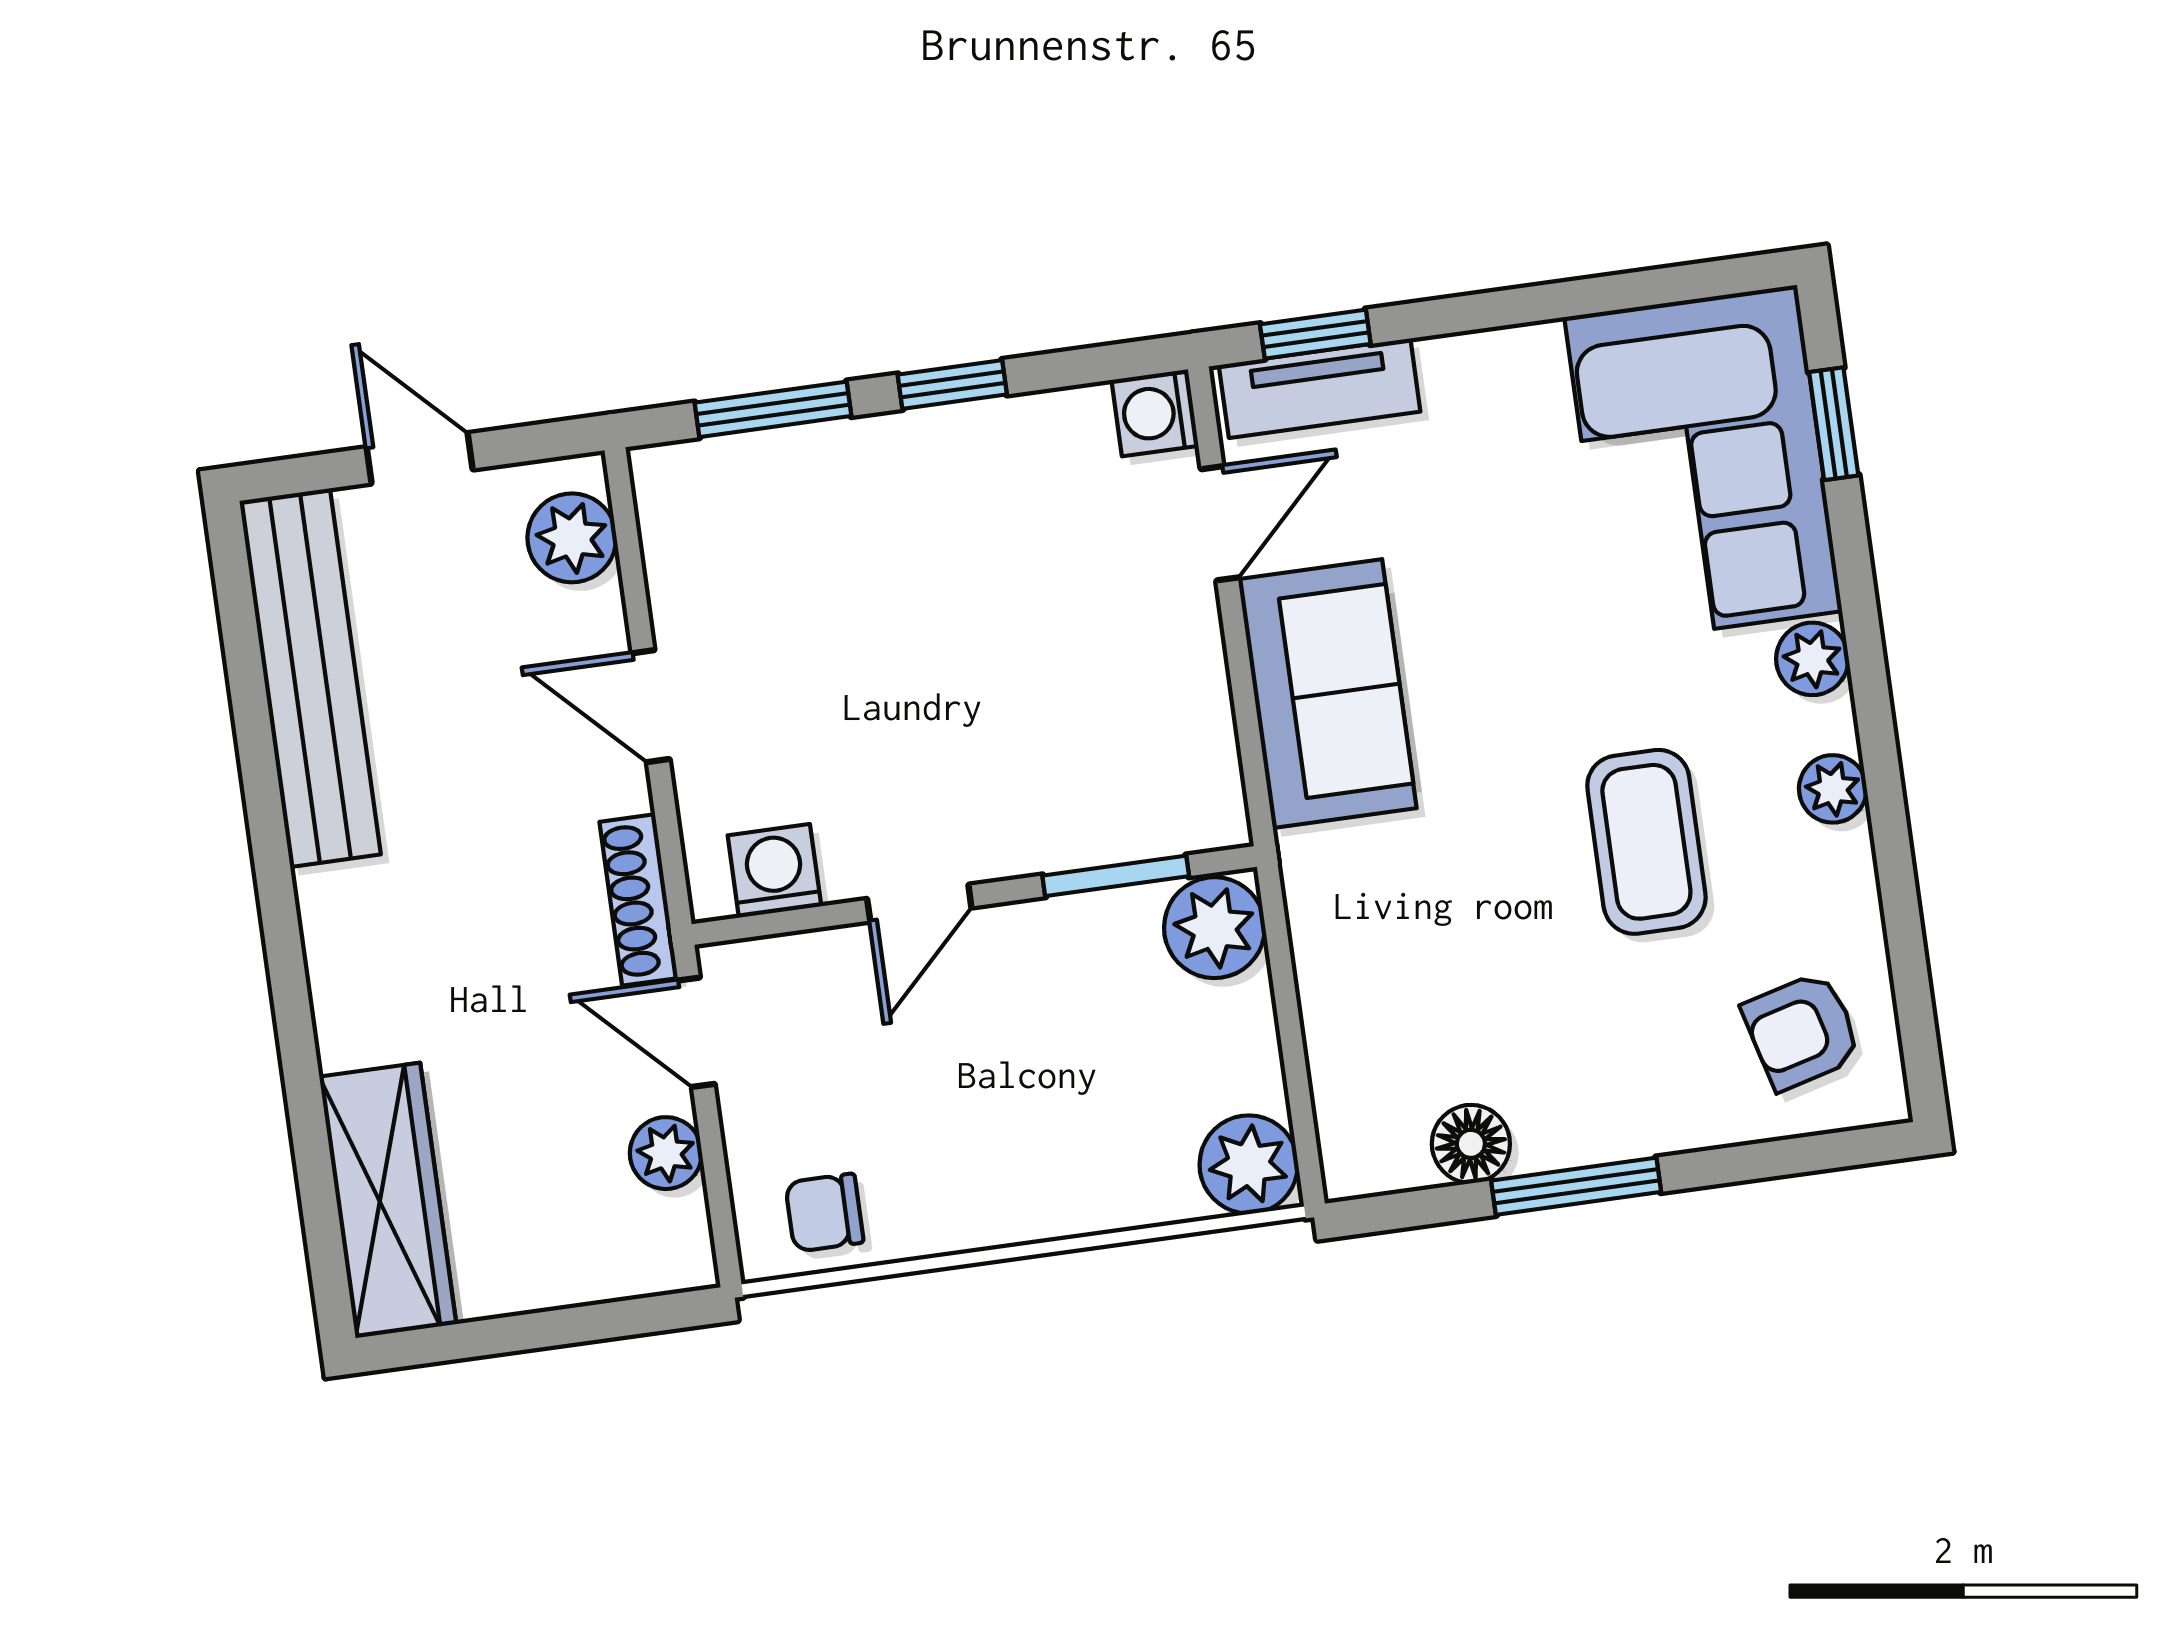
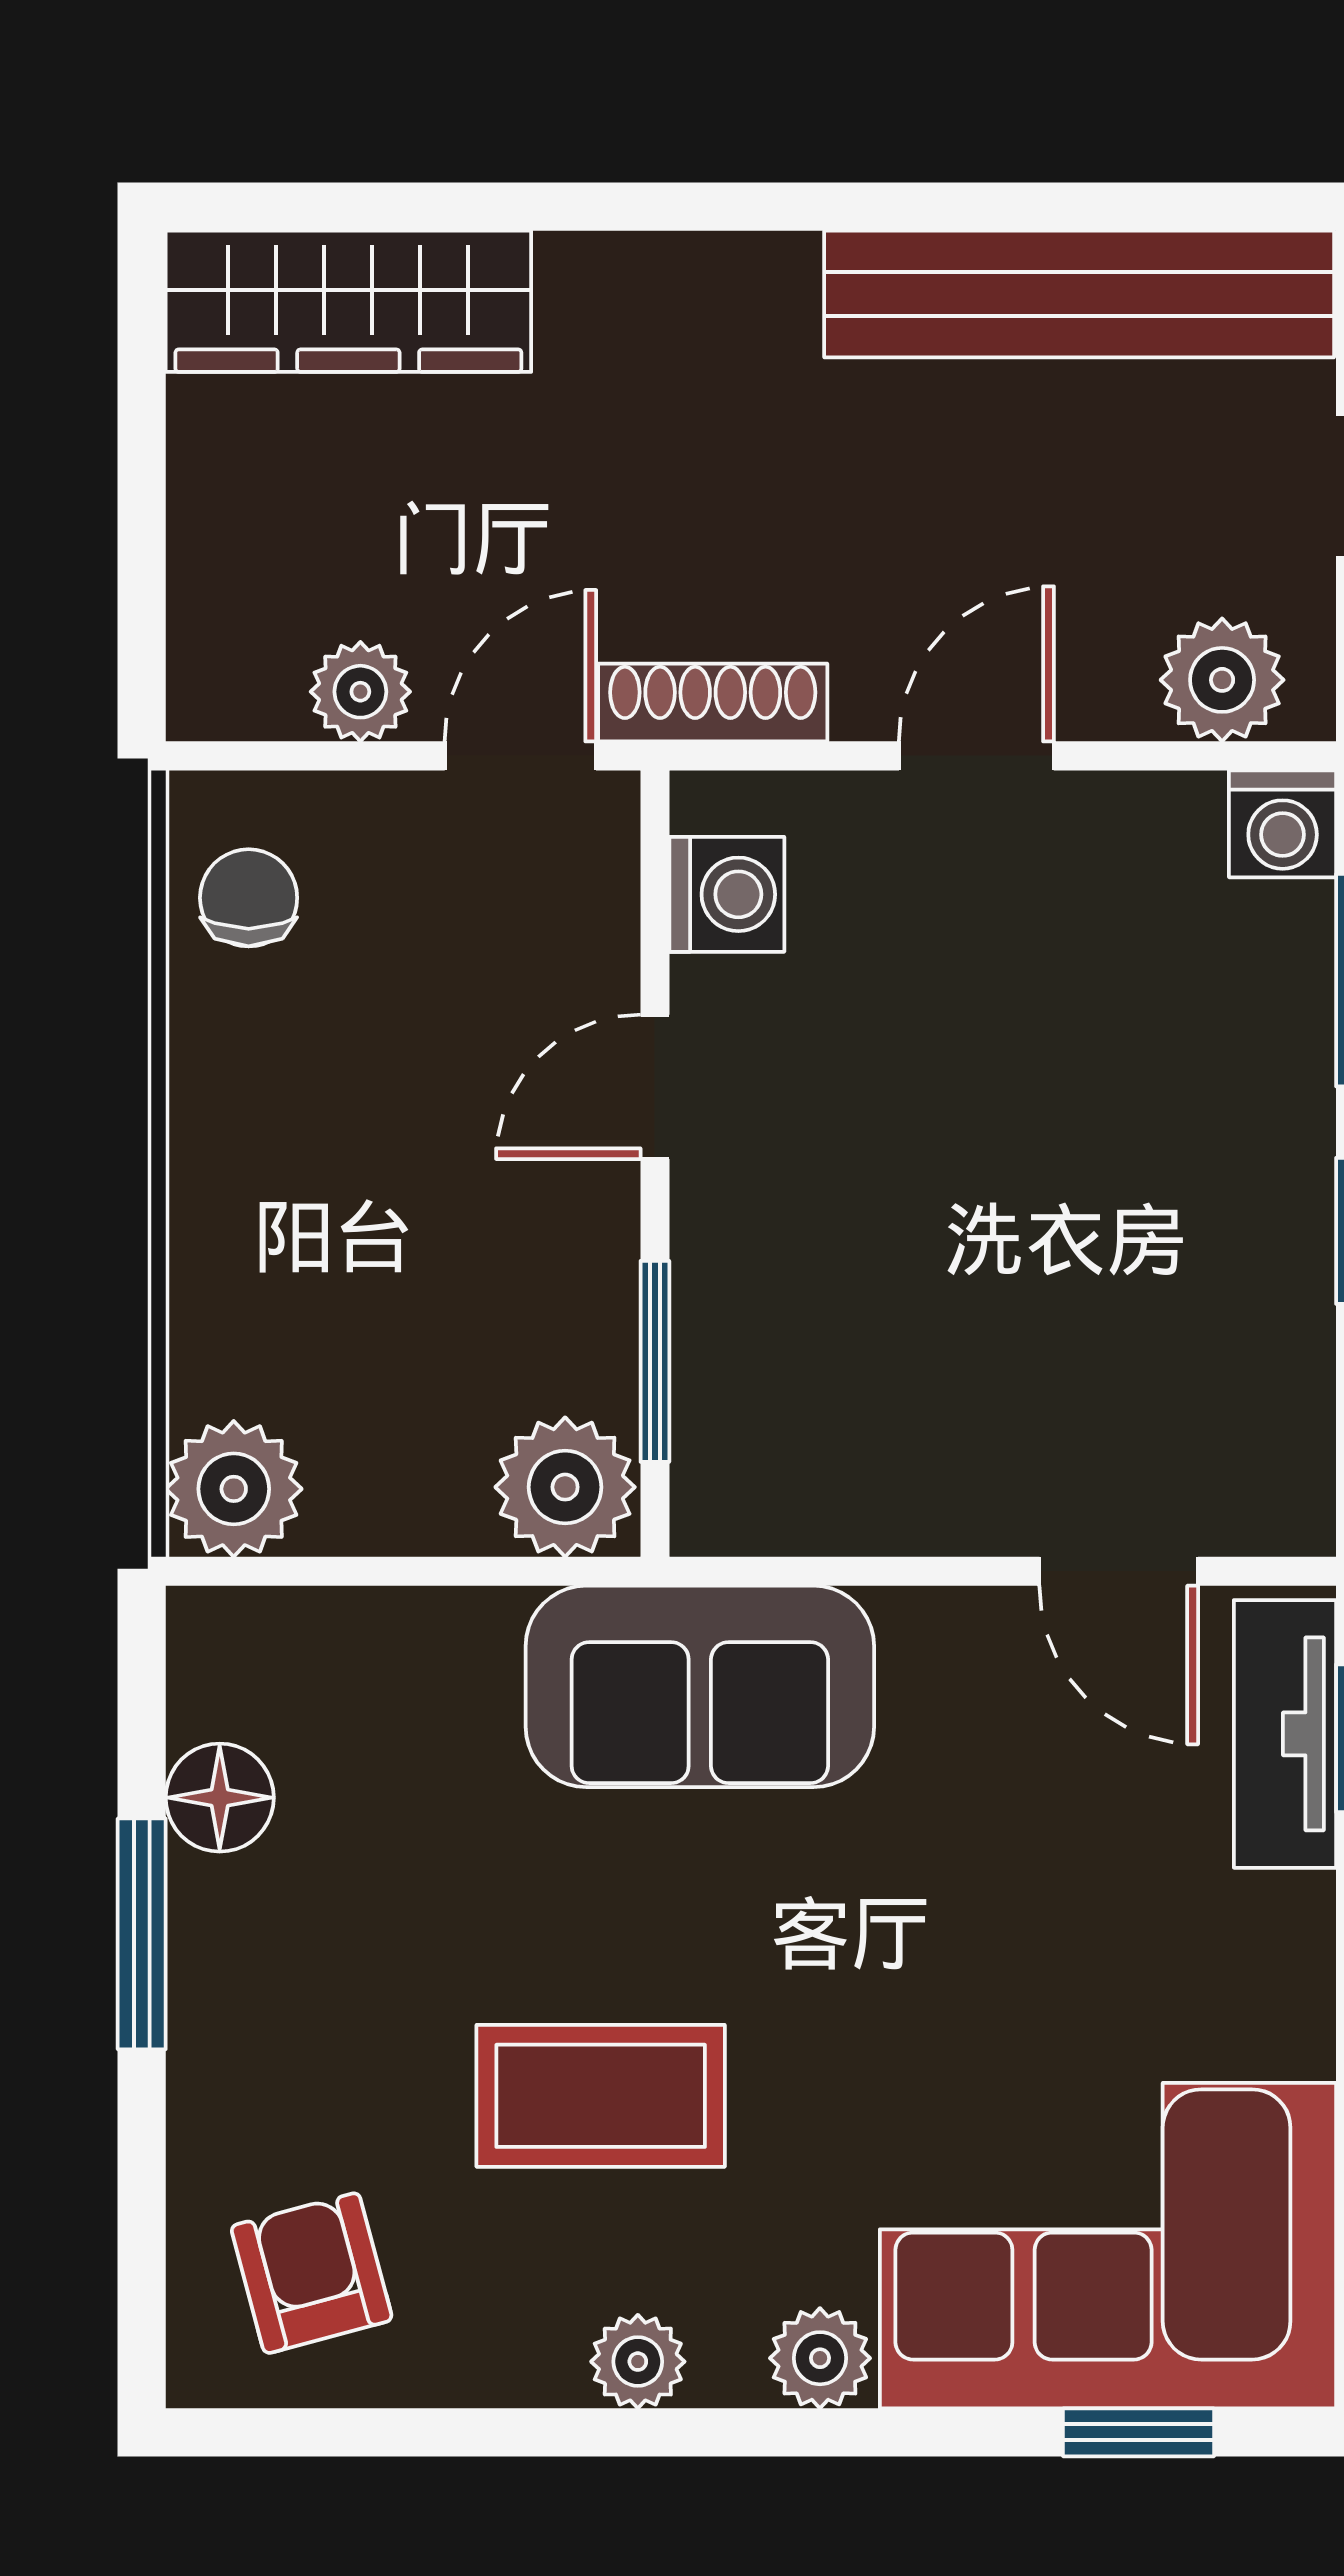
washing machine: (1155, 413) -> (1283, 824), moved, turned 180
sofa: (1327, 694) -> (700, 1686), moved
door: (919, 903) -> (655, 1087), hinge flipped

